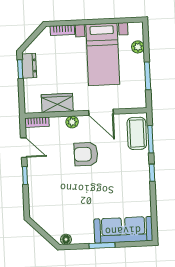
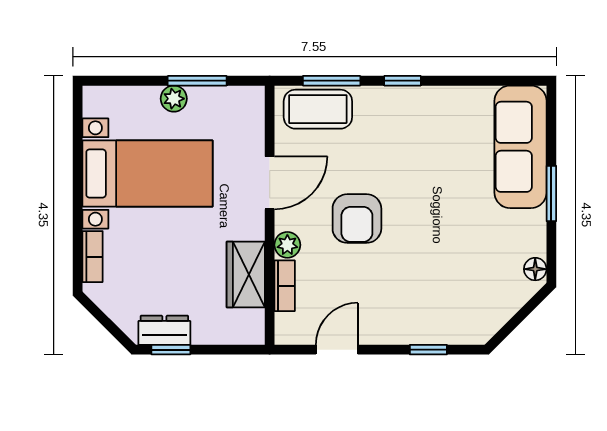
plant: (138, 47) -> (174, 99), moved
bookcase: (37, 122) -> (285, 286), moved
window: (25, 176) -> (428, 350), moved

